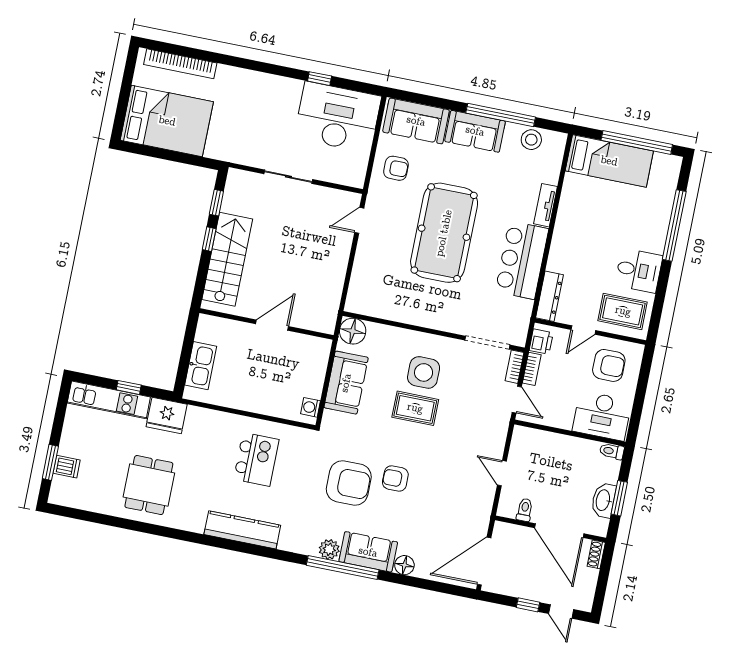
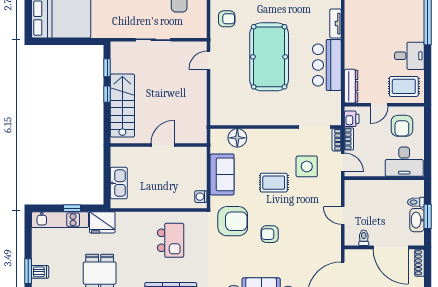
floor lamp: (353, 331) -> (237, 138), moved
armchair: (609, 365) -> (402, 126), turned 90
side table: (424, 372) -> (307, 166), moved
toilet: (612, 451) -> (416, 202), moved
armchair: (349, 483) -> (233, 221), moved
shoe rack: (596, 554) -> (420, 263), width x1.43

